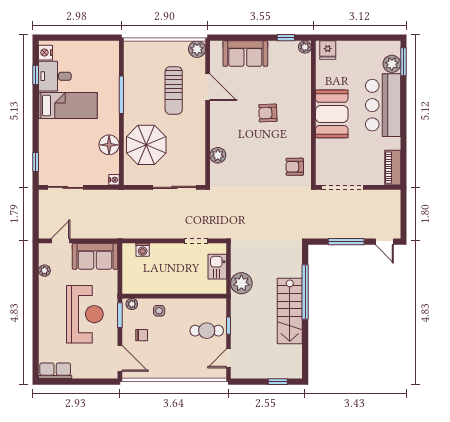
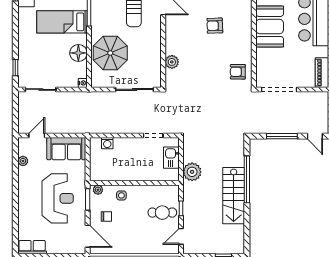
bed: (68, 106) -> (62, 22), moved, turned 180

